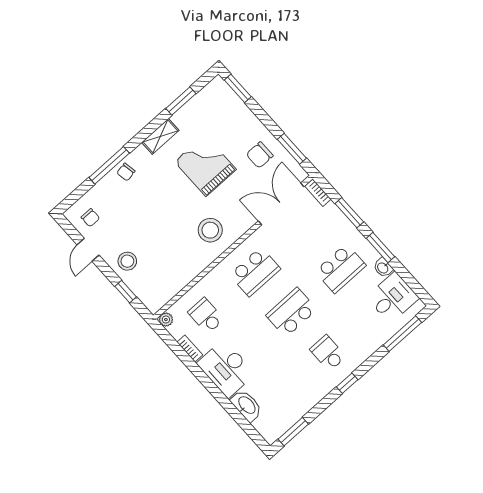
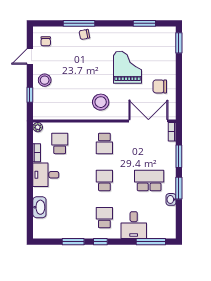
shelving: (160, 136) -> (118, 32), removed
window: (292, 149) -> (179, 98), removed
school desk: (340, 268) -> (149, 181), turned 180
school desk: (255, 272) -> (104, 143), width x0.54
desk: (393, 298) -> (134, 225), moved, turned 90
school desk: (291, 312) -> (104, 181), width x0.54
desk: (226, 369) -> (46, 175), width x0.73
window: (293, 432) -> (73, 242), moved

